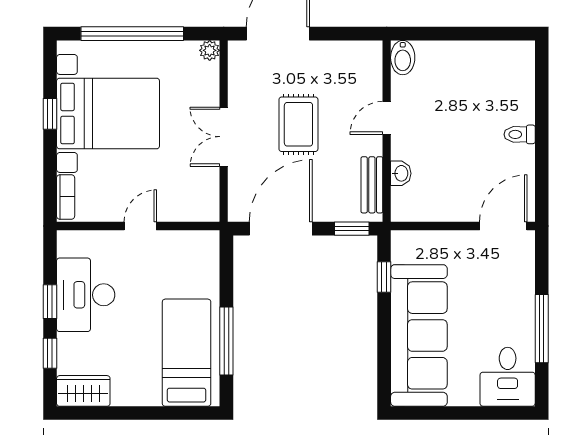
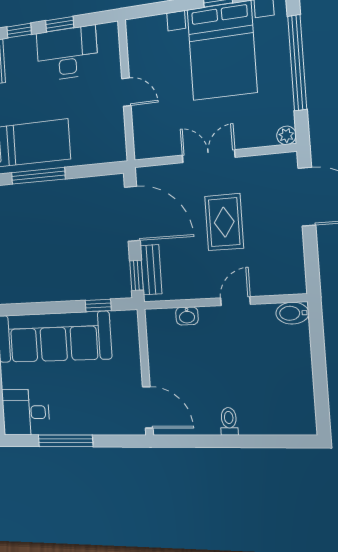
door: (387, 118) -> (235, 301), hinge flipped
rug: (298, 124) -> (224, 222), turned 90
bench: (372, 185) -> (151, 270), moved, turned 90
bookcase: (66, 197) -> (146, 24), removed

